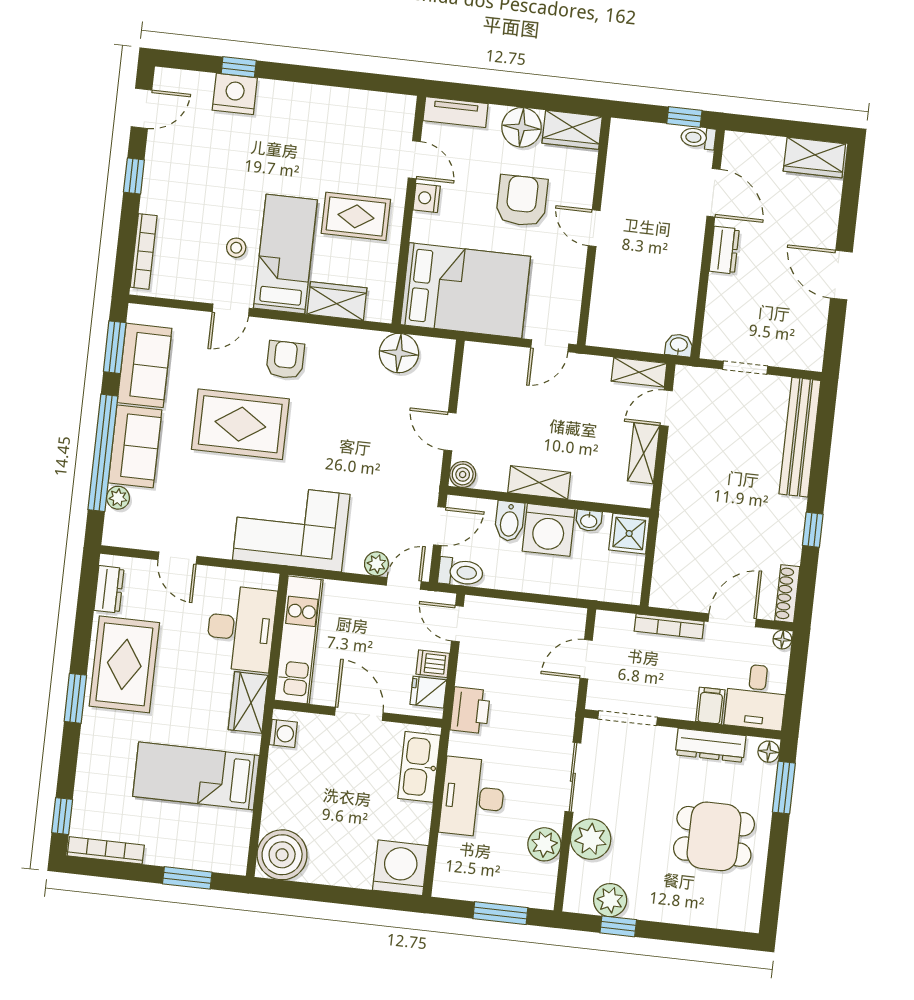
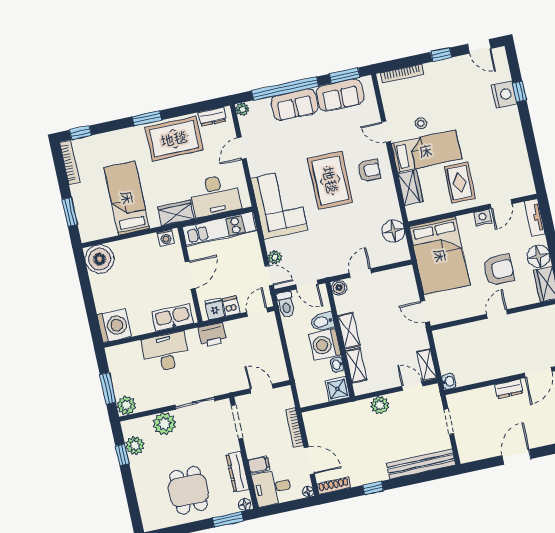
rug: (240, 424) -> (330, 180), moved
shelving: (644, 453) -> (356, 365), moved, turned 90
plant: (679, 473) -> (380, 405), added
plant: (118, 498) -> (243, 109), moved
plant: (544, 844) -> (126, 405), moved

